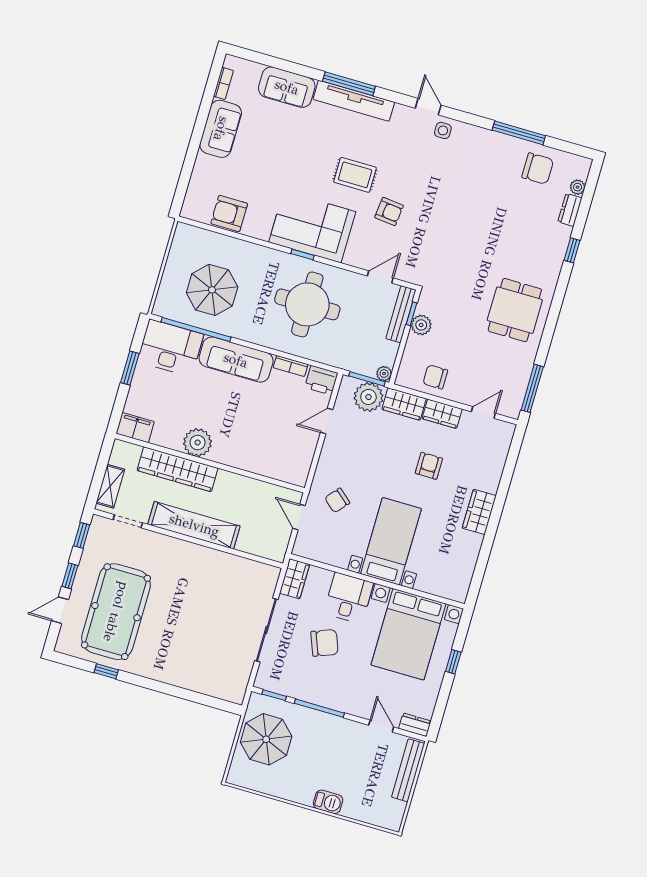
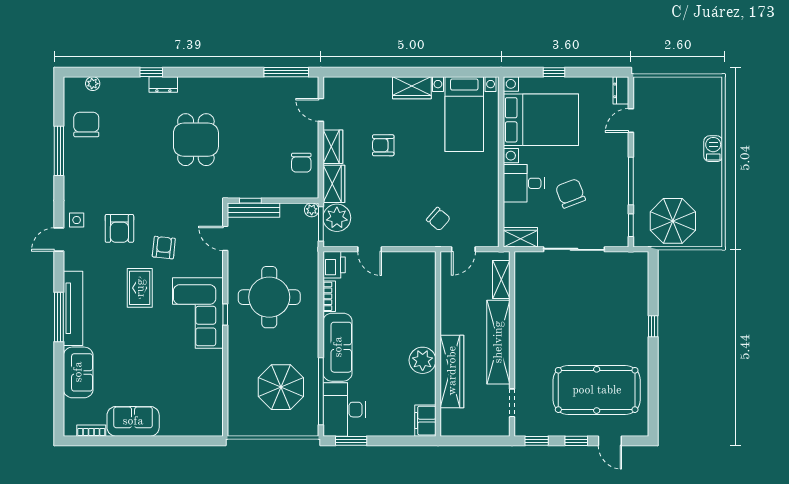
dresser: (570, 210) -> (163, 85), moved
armchair: (229, 213) -> (119, 228), moved
dining table: (515, 310) -> (196, 140), moved, turned 90
plant: (421, 325) -> (258, 189), removed
window: (130, 368) -> (351, 441), moved
shelving: (110, 486) -> (501, 280), moved, turned 90
bed with nightstands: (391, 541) -> (464, 114), moved, turned -90
window: (106, 671) -> (653, 326), moved
bench: (408, 770) -> (664, 85), removed

